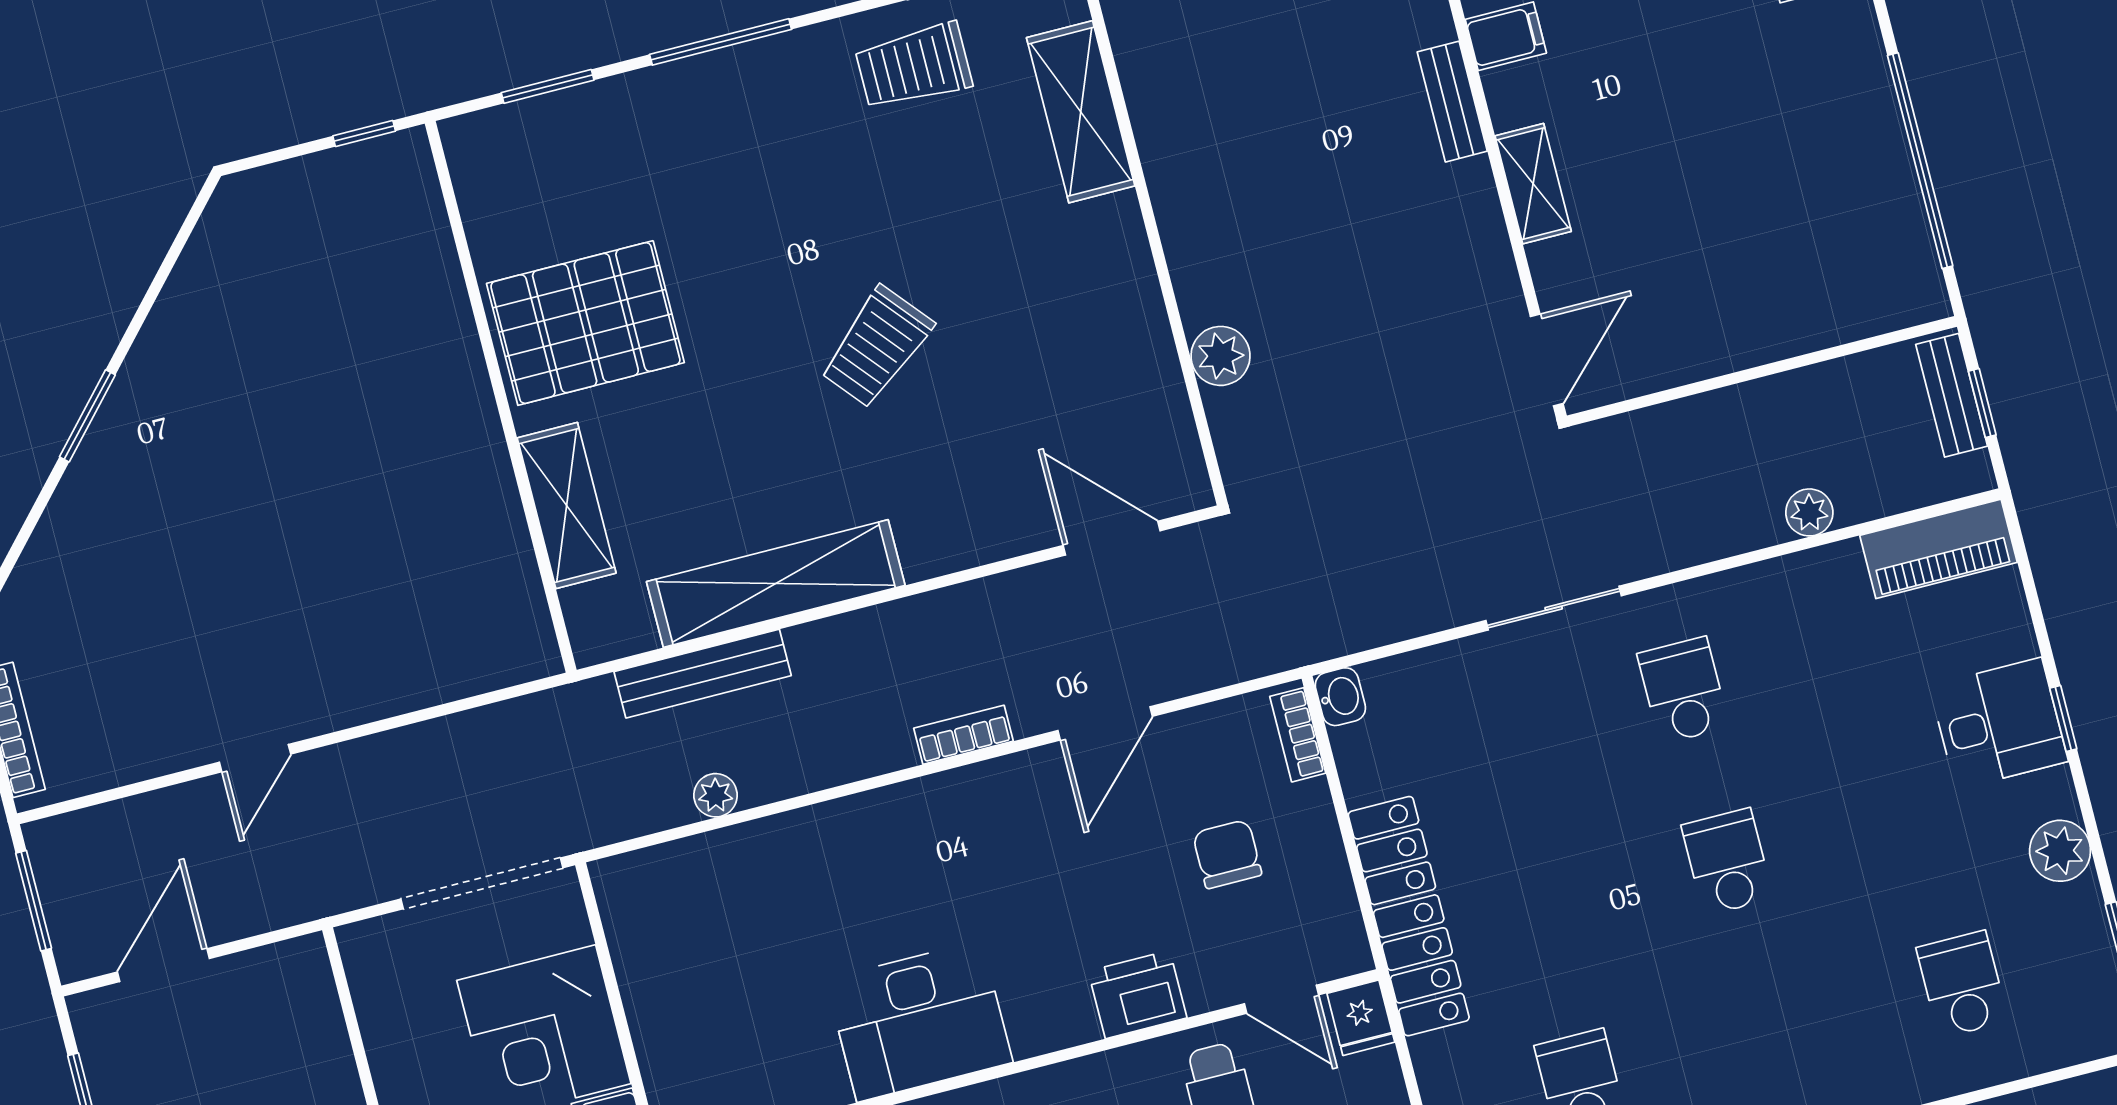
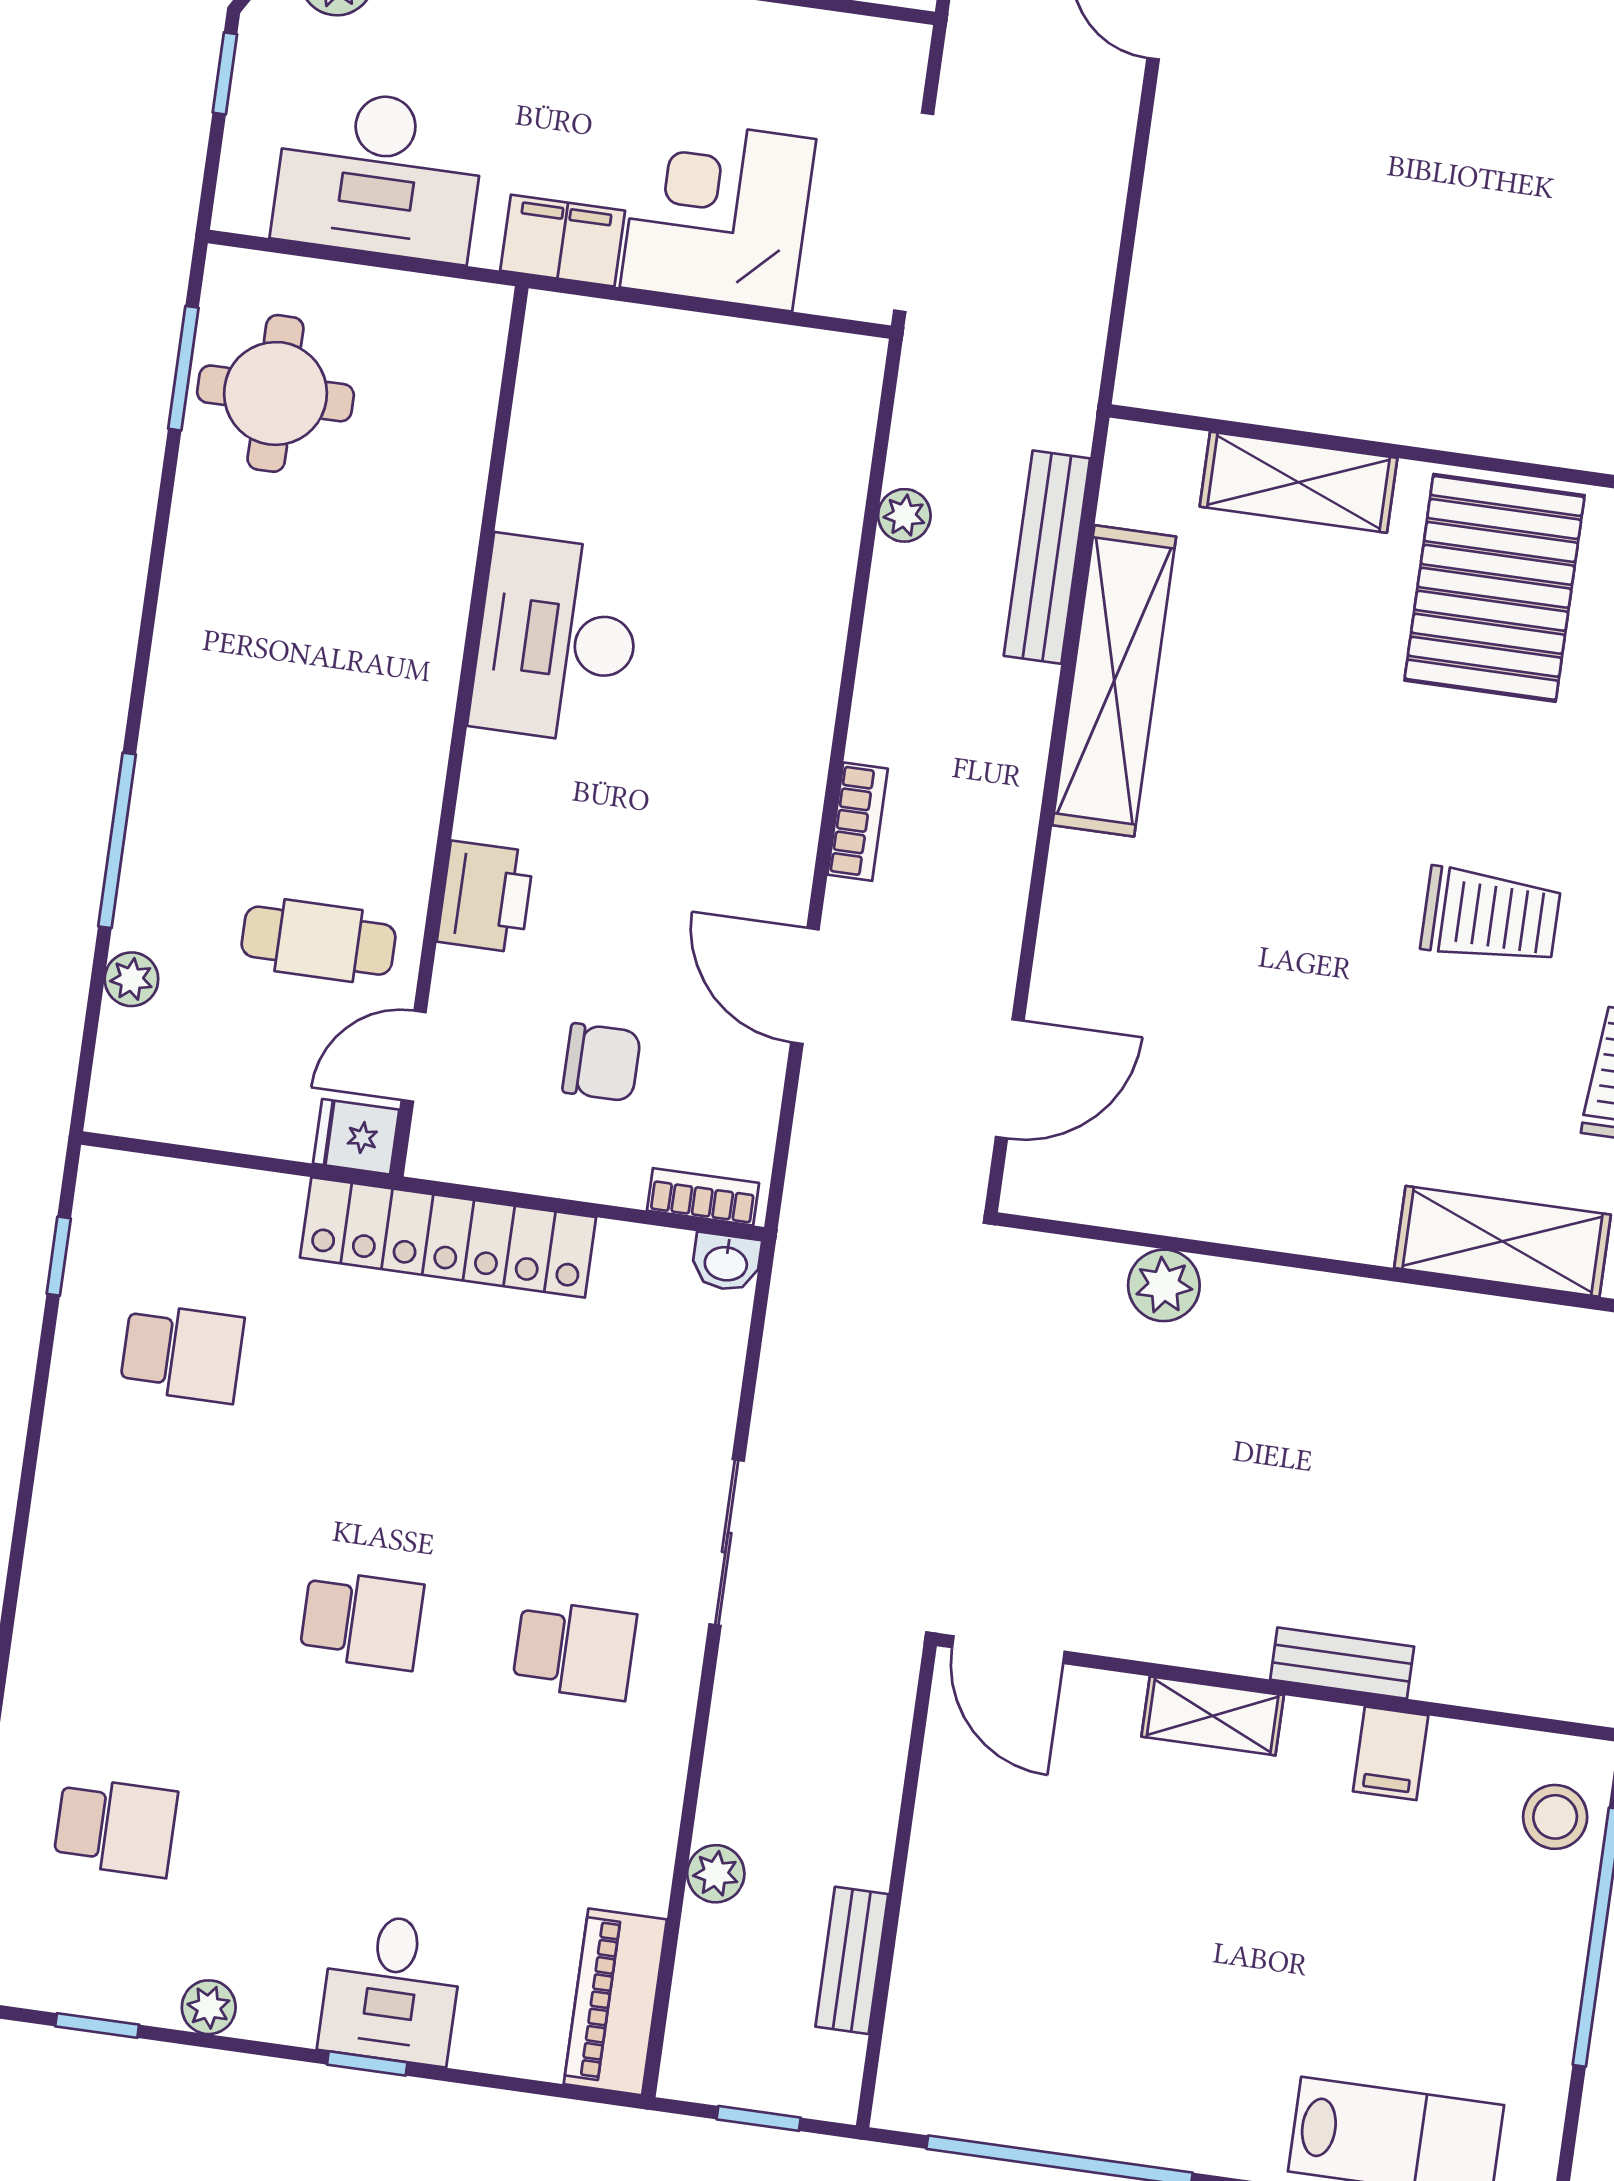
trolley: (877, 347) -> (1491, 916), moved, turned 130
bench: (1952, 395) -> (852, 1960), moved, turned 90
plant: (2060, 851) -> (209, 2007), width x0.73, depth x0.73

